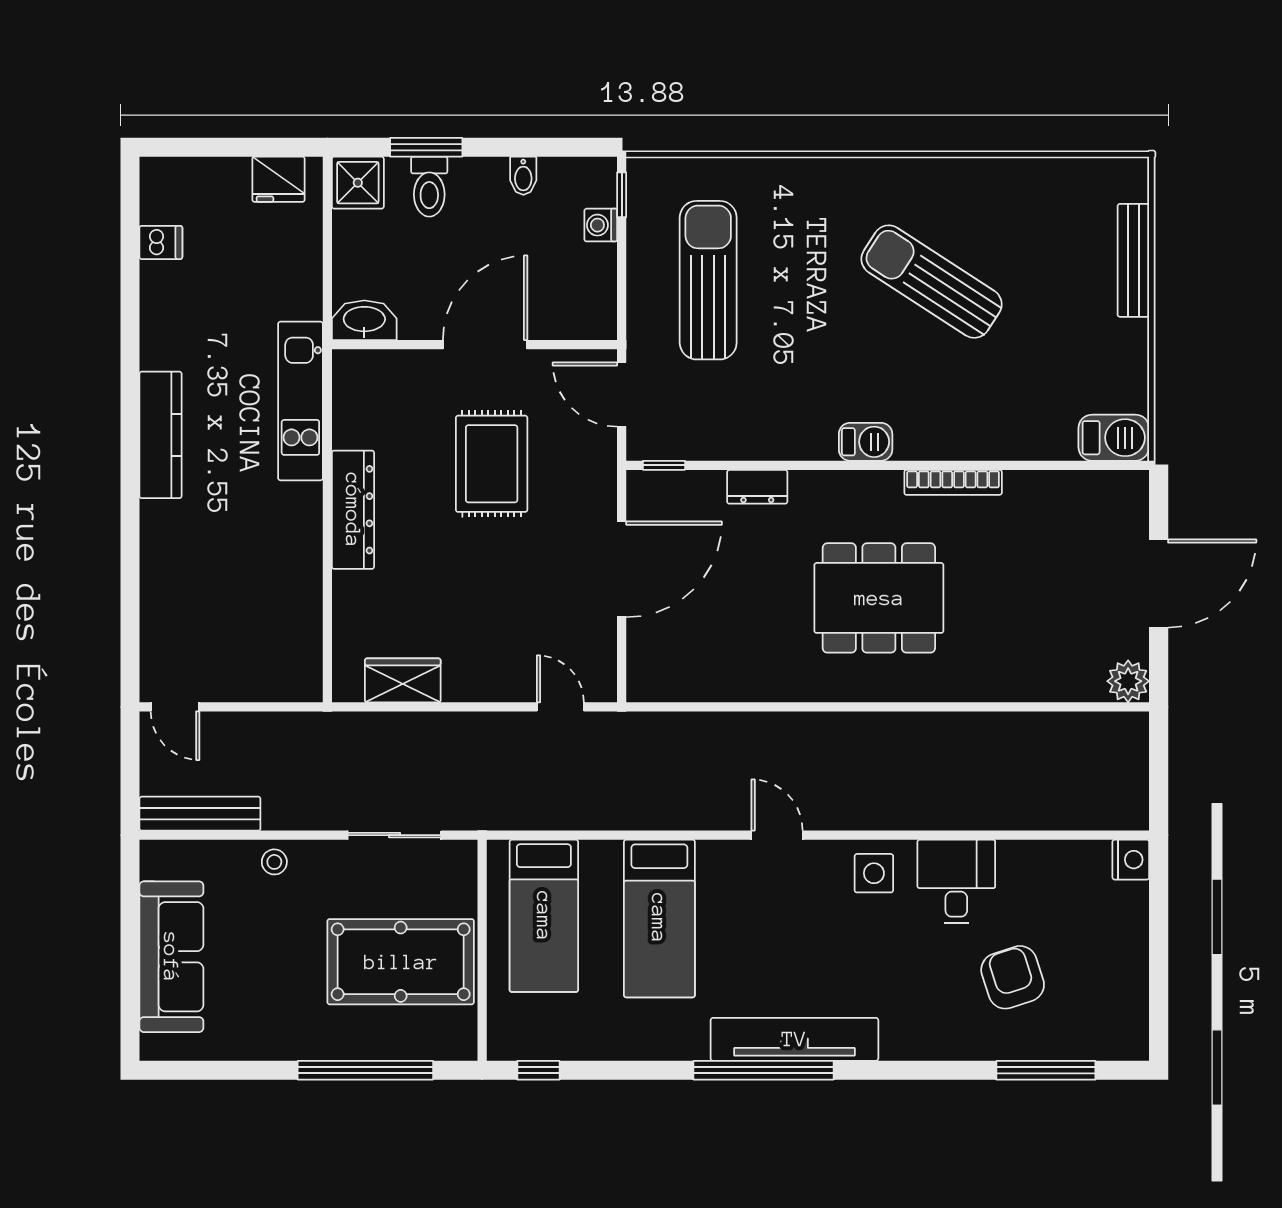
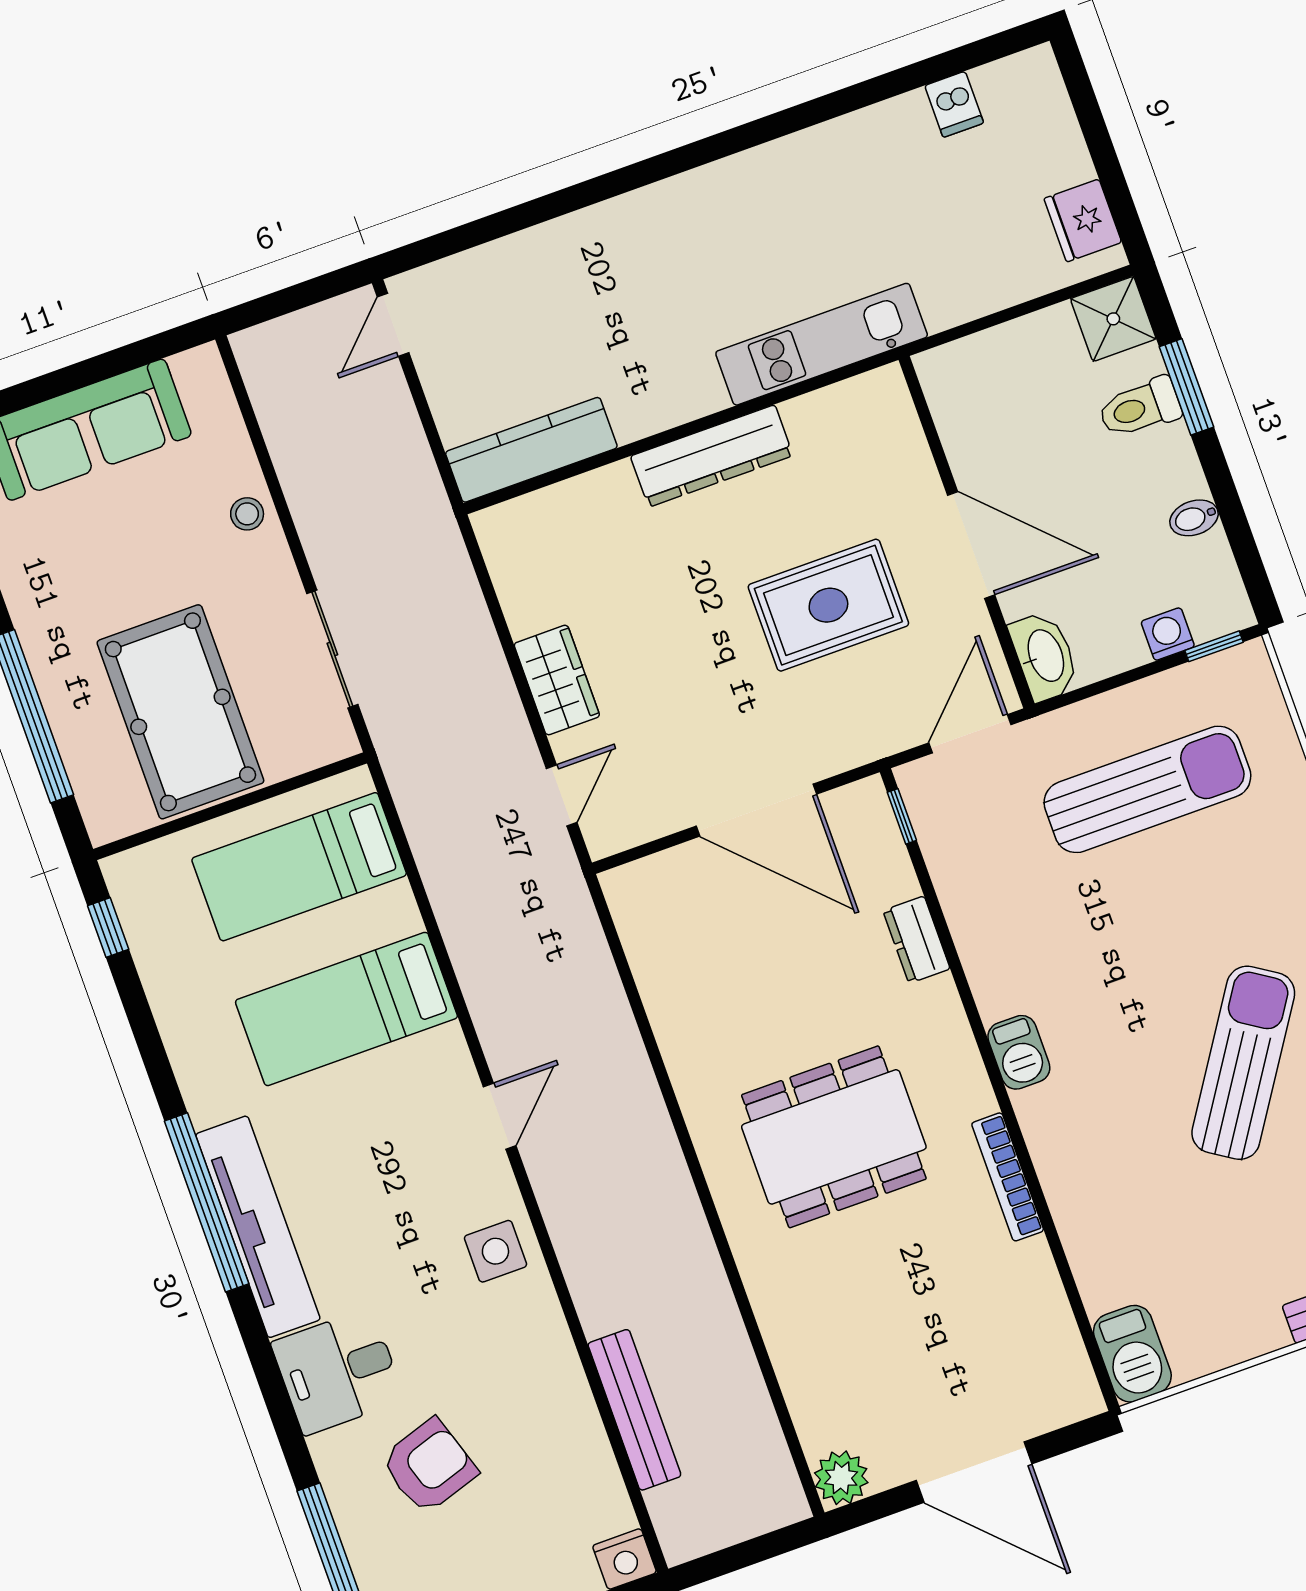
washbasin: (364, 320) -> (1044, 656), moved
kitchen counter: (161, 435) -> (531, 450), moved, turned 180
dining table: (879, 598) -> (834, 1137), turned 90
wardrobe: (403, 680) -> (557, 680), moved
bench: (200, 814) -> (634, 1410), moved
desk: (956, 882) -> (338, 1371), moved, turned 180

